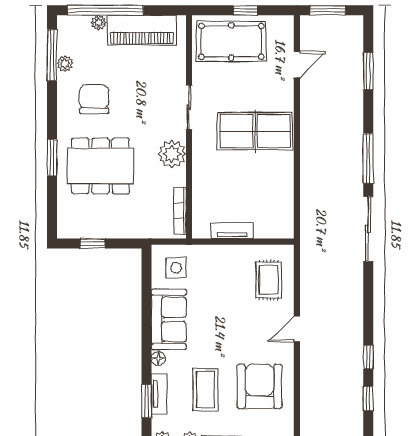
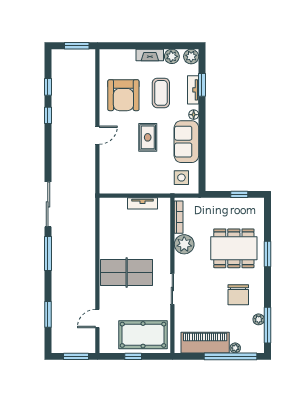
plant: (172, 154) -> (184, 244), moved
rug: (269, 280) -> (148, 137), moved

